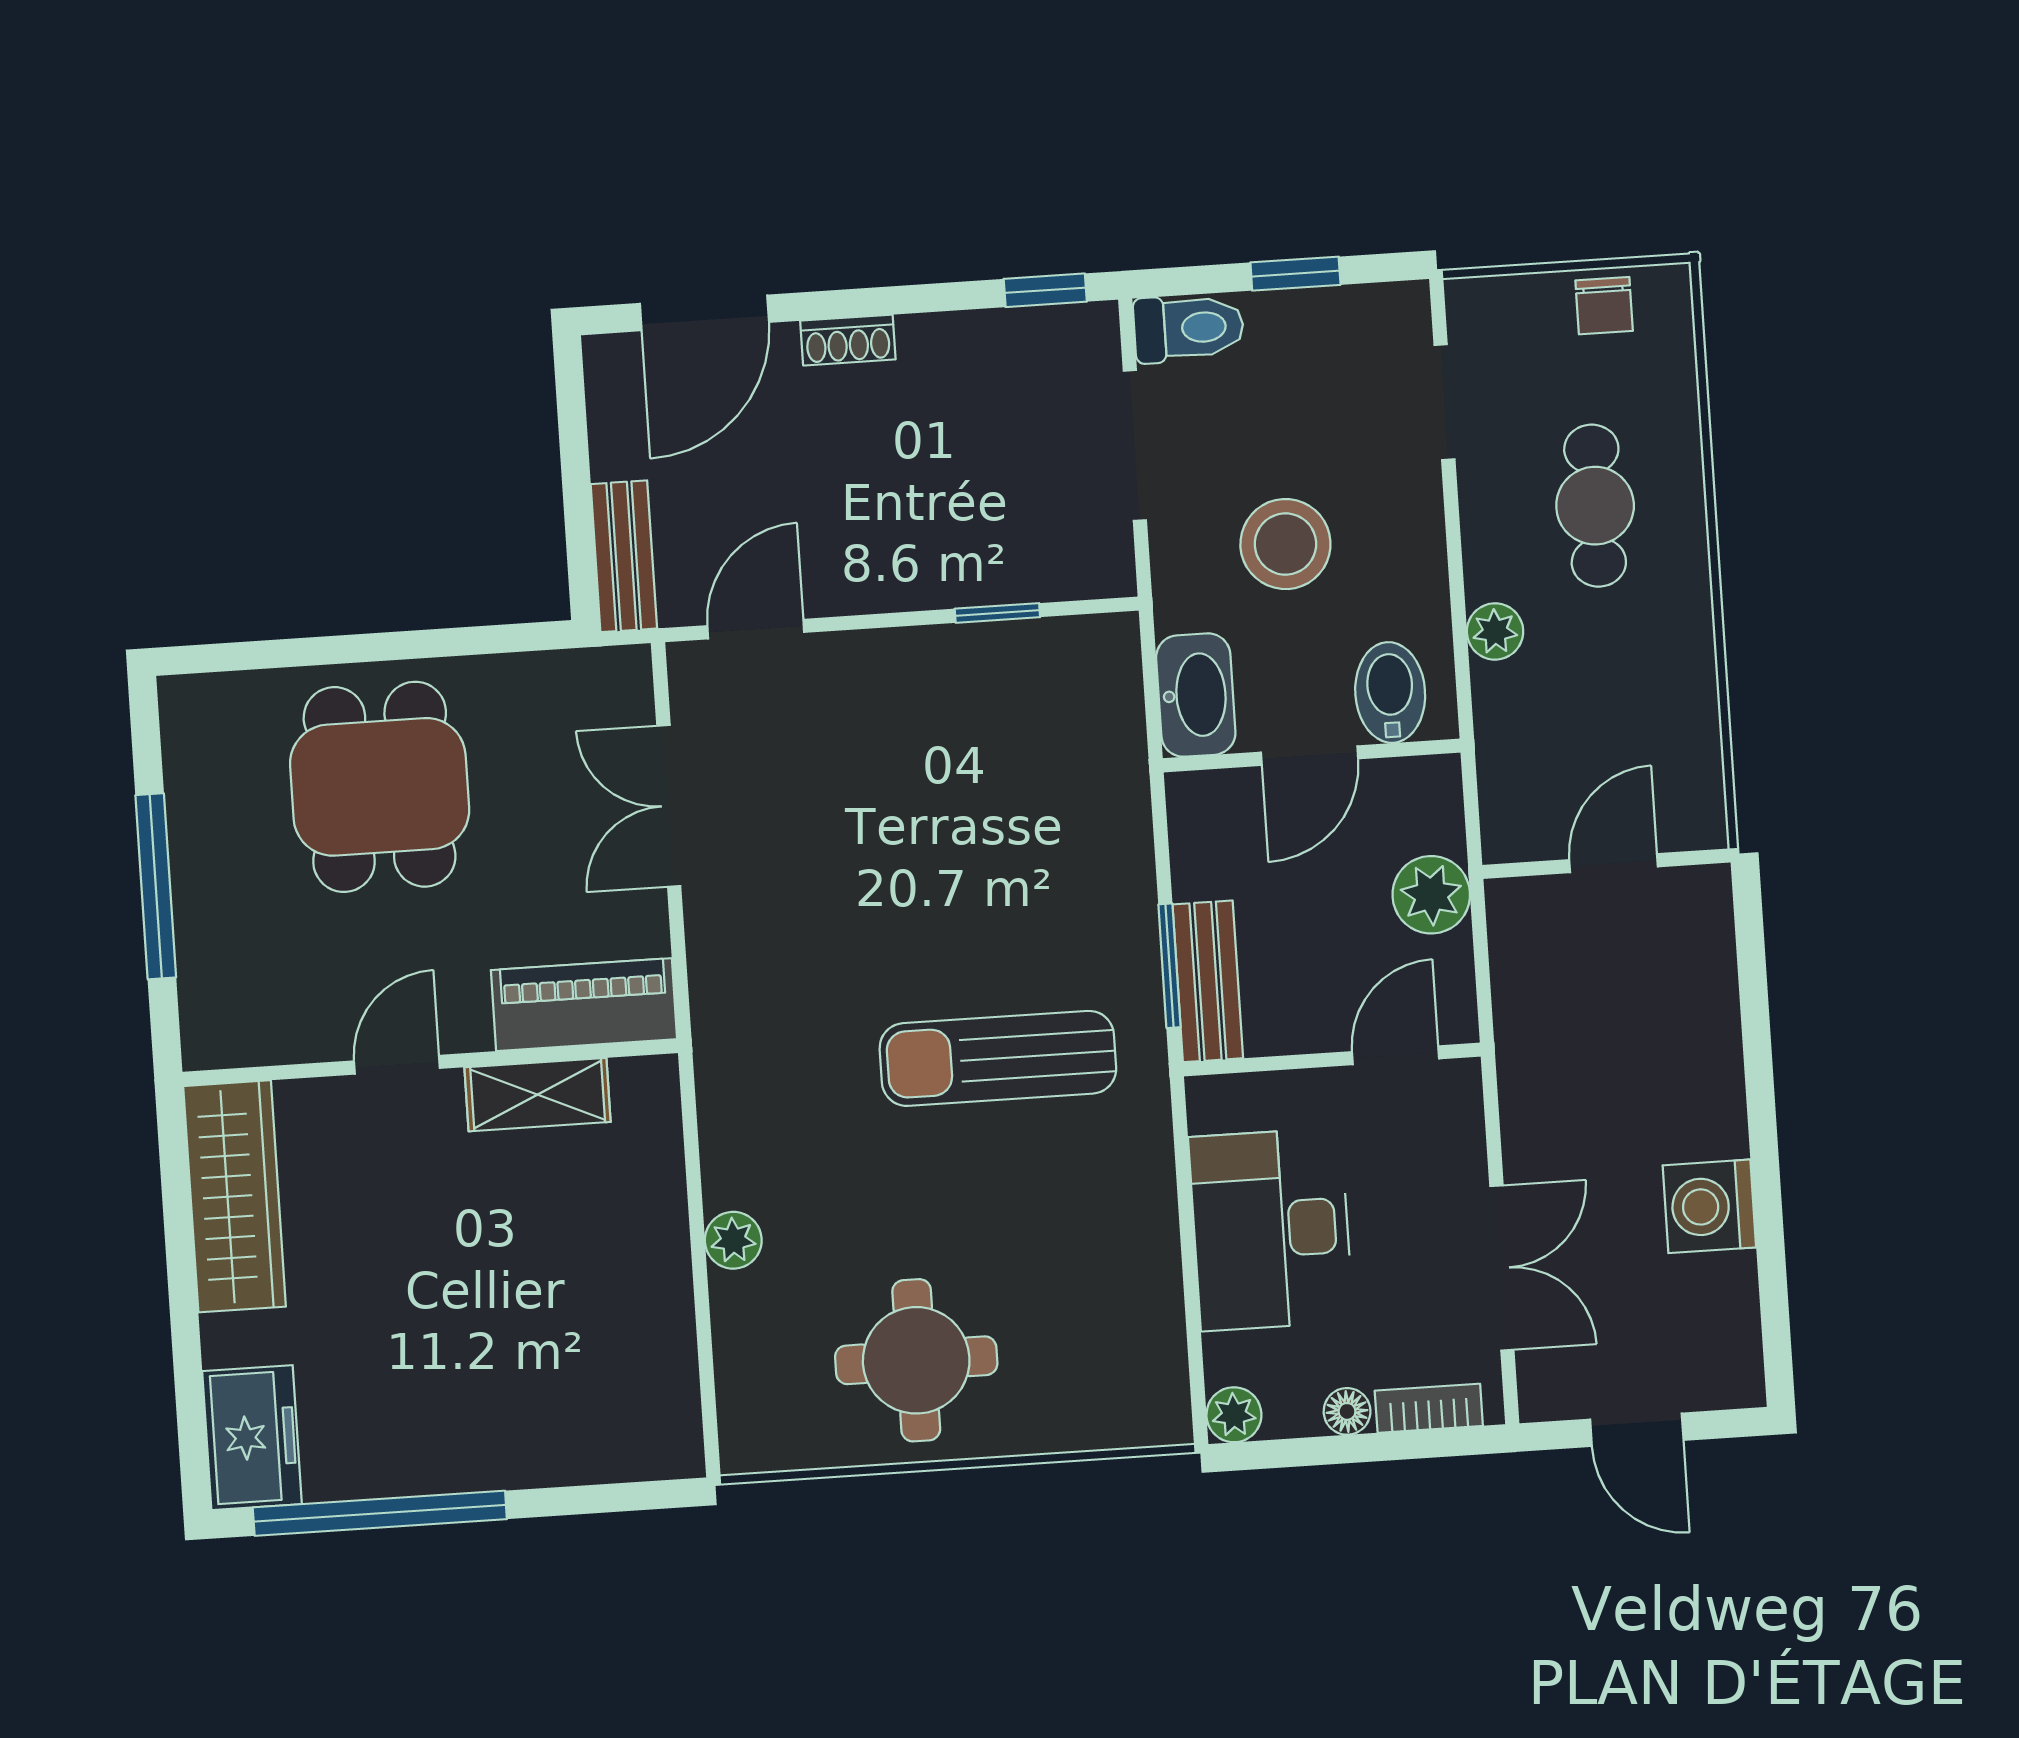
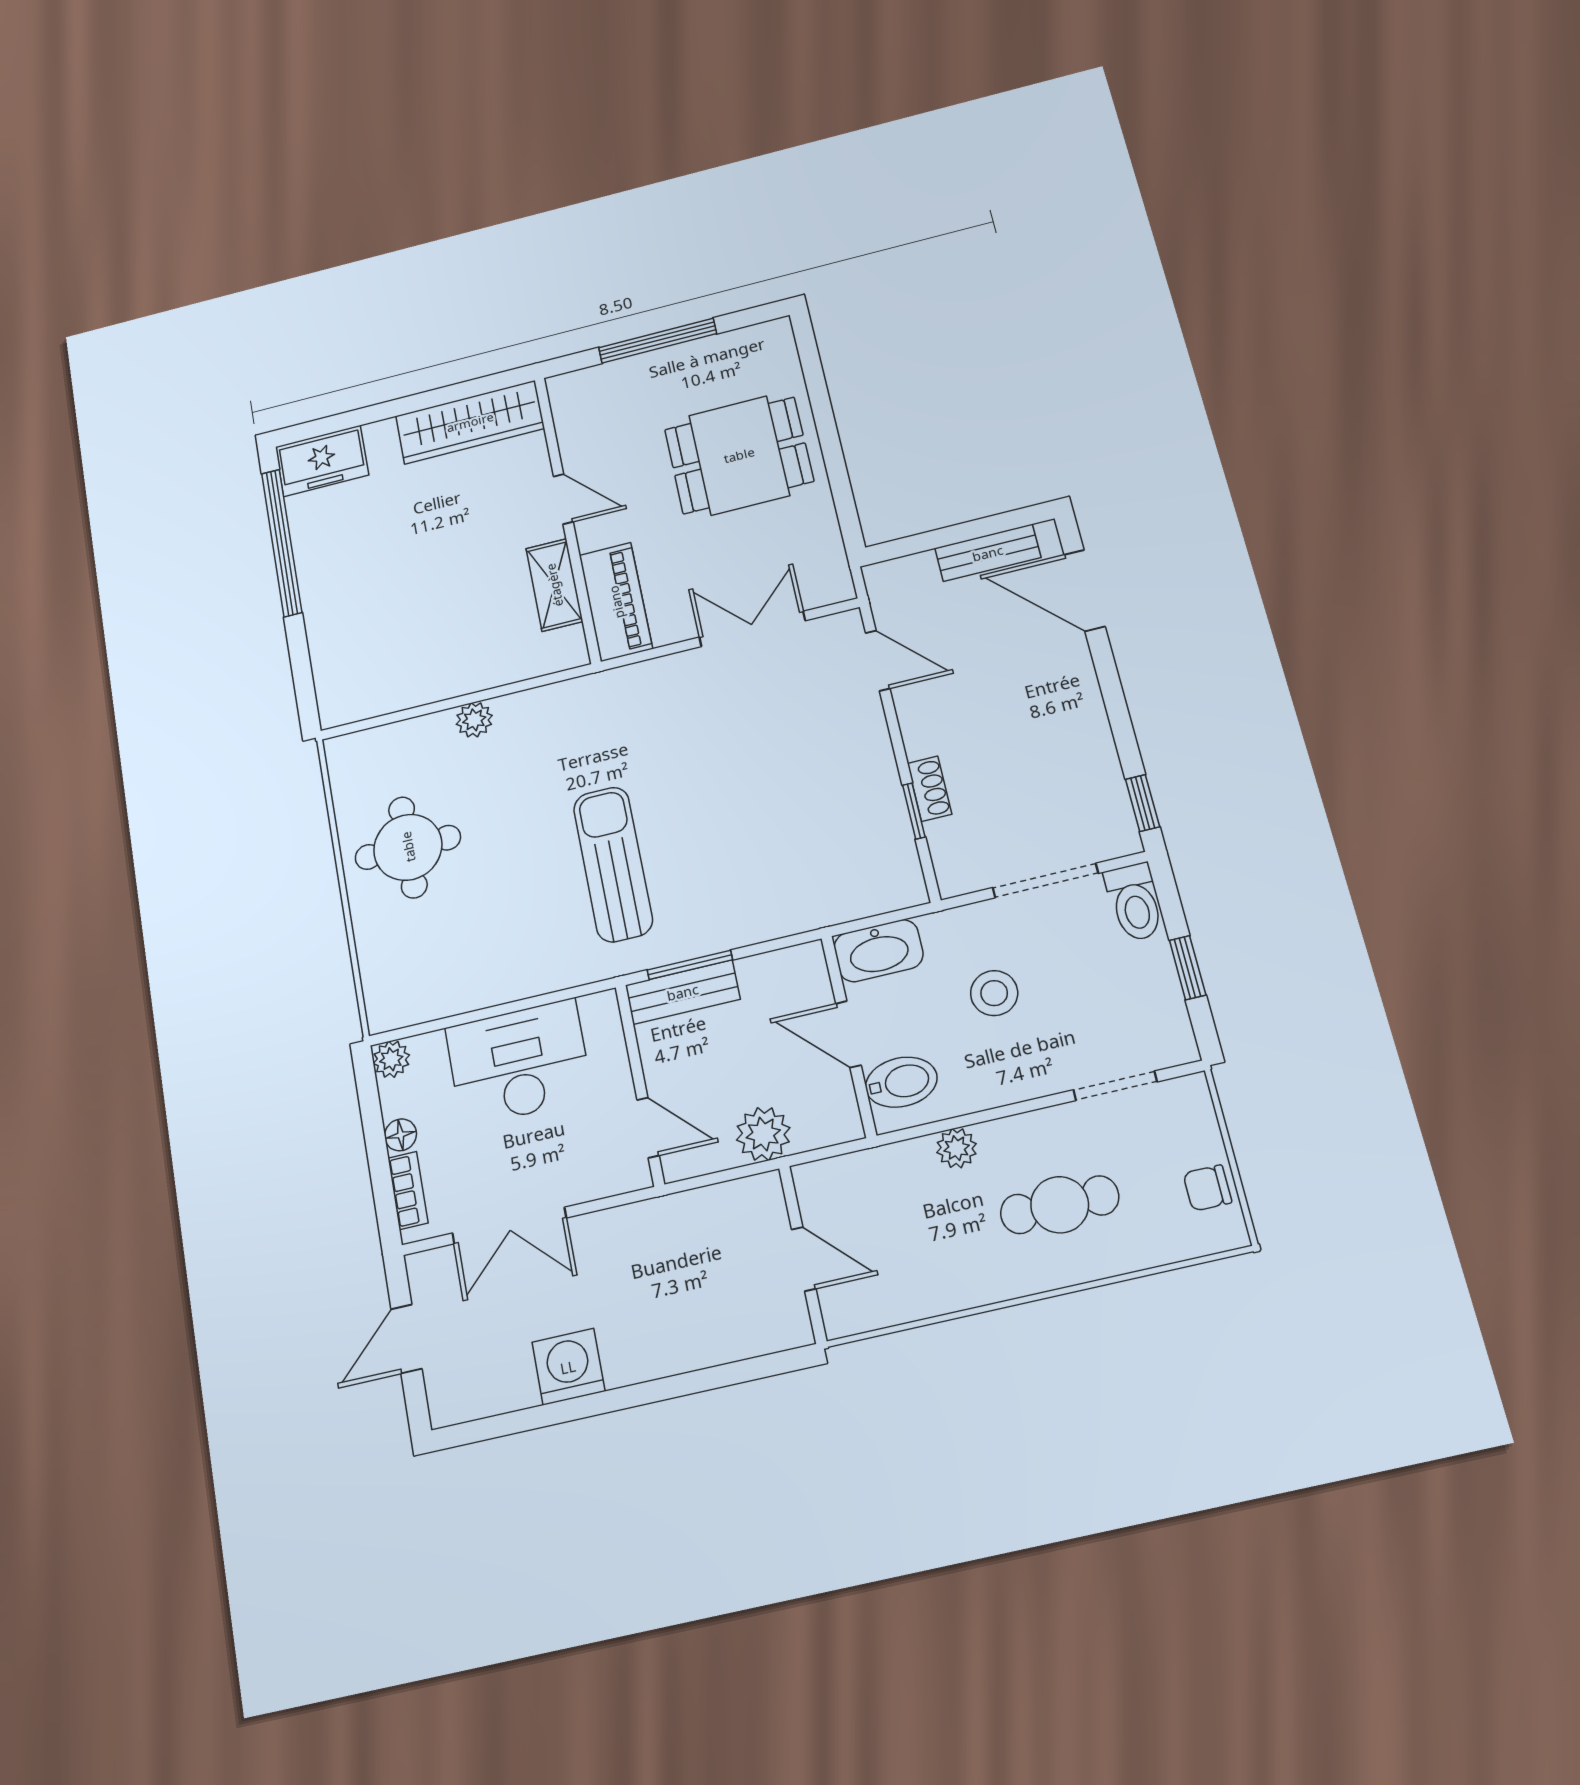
shoe rack: (848, 340) -> (930, 789), moved, turned 180
stool: (1285, 544) -> (994, 993), width x0.73, depth x0.73
bench: (624, 556) -> (988, 553), moved

